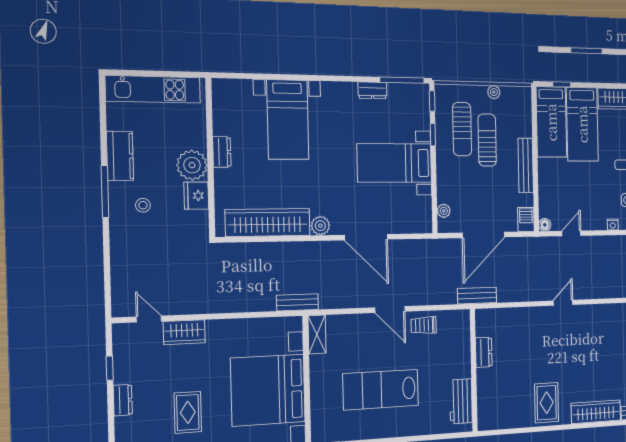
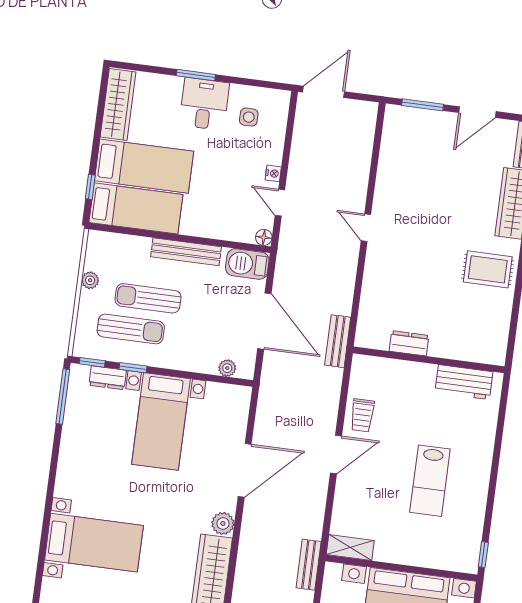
dresser: (372, 90) -> (108, 378), moved, turned 90
barbecue: (526, 219) -> (247, 264), width x1.38, depth x1.27
nightstand: (613, 225) -> (273, 173), moved
lab bench: (381, 390) -> (430, 481), width x0.73, depth x0.72

